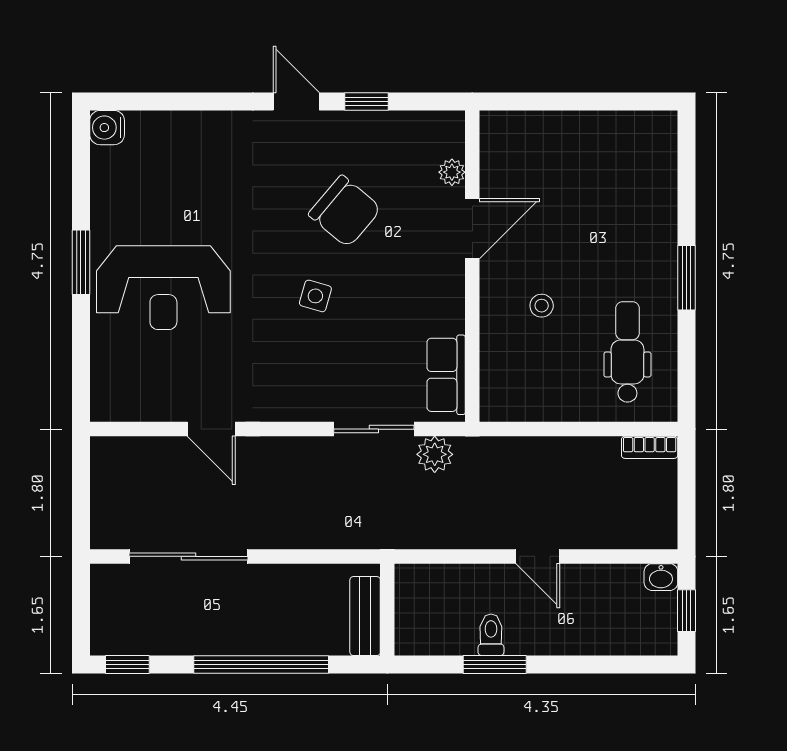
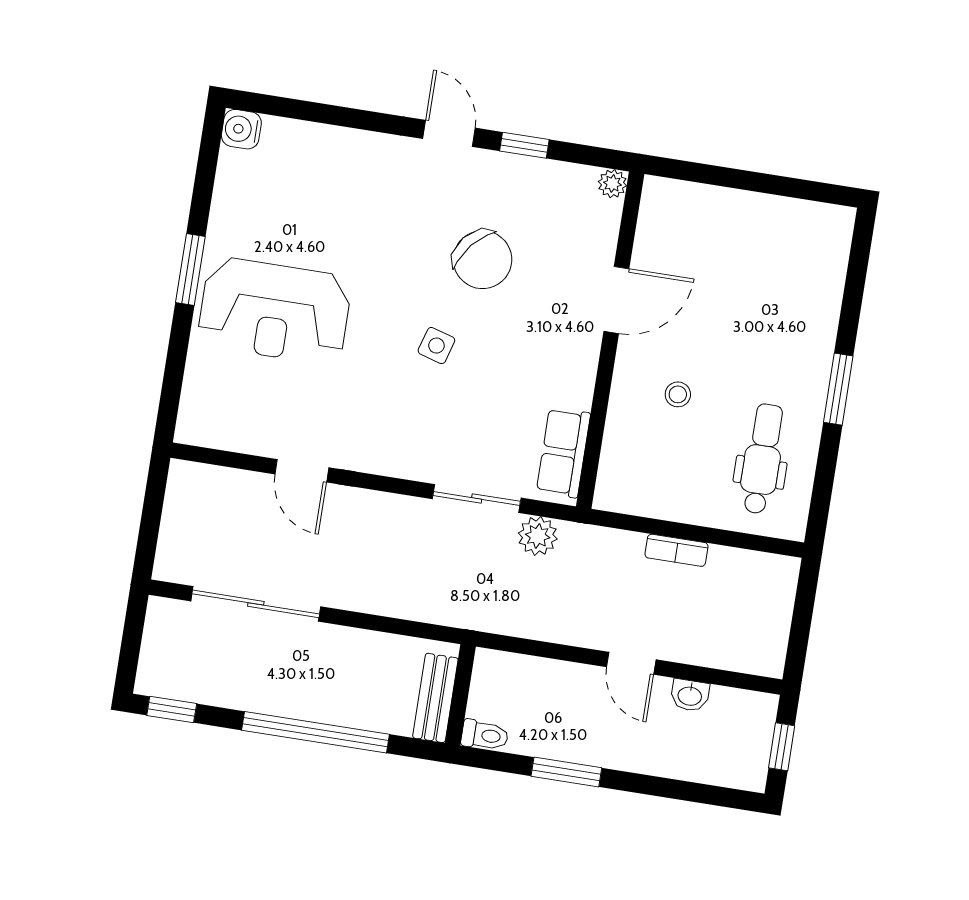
plant: (452, 172) -> (612, 184), moved
bookcase: (650, 447) -> (676, 550), moved
washbasin: (661, 577) -> (690, 695), moved
toilet: (491, 635) -> (485, 735), moved, turned 90

